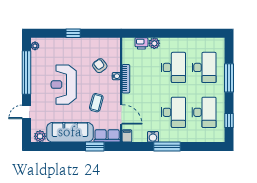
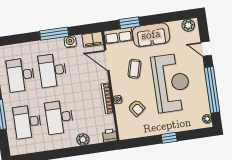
printer: (141, 43) -> (110, 136), moved
reception desk: (64, 85) -> (171, 83), width x1.36, depth x1.30
door: (26, 112) -> (206, 49), swing flipped
sofa: (70, 132) -> (151, 35), width x0.73
filing cabinet: (127, 136) -> (93, 39), width x2.00

